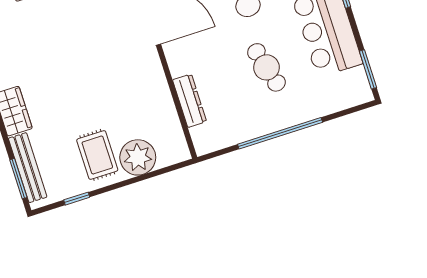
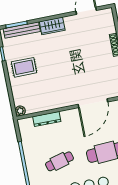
plant: (138, 157) -> (20, 111), moved, width x0.53, depth x0.53

